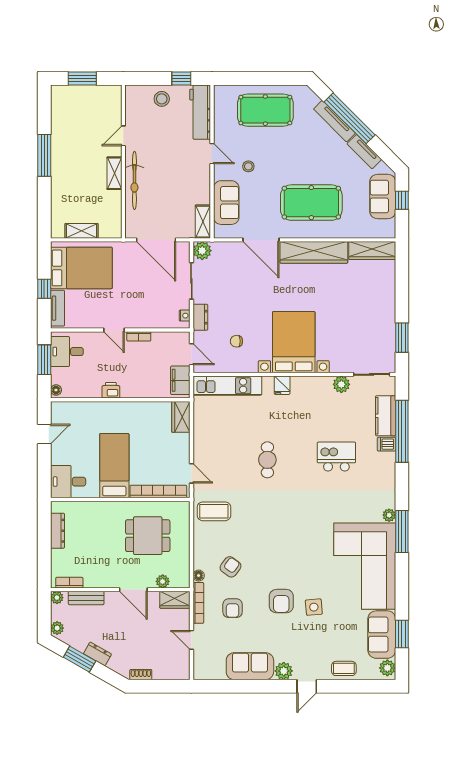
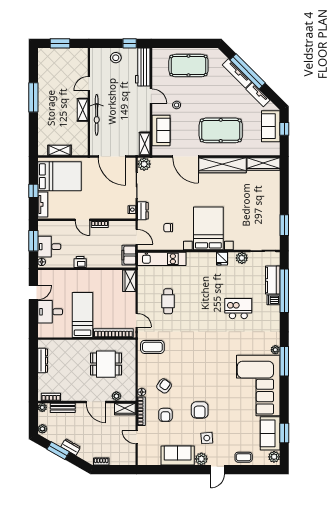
desk: (67, 352) -> (49, 247), moved
fridge: (282, 385) -> (222, 259), moved
cafe table: (267, 460) -> (168, 301), moved
desk: (68, 482) -> (50, 312), moved
side table: (314, 607) -> (207, 438), moved

